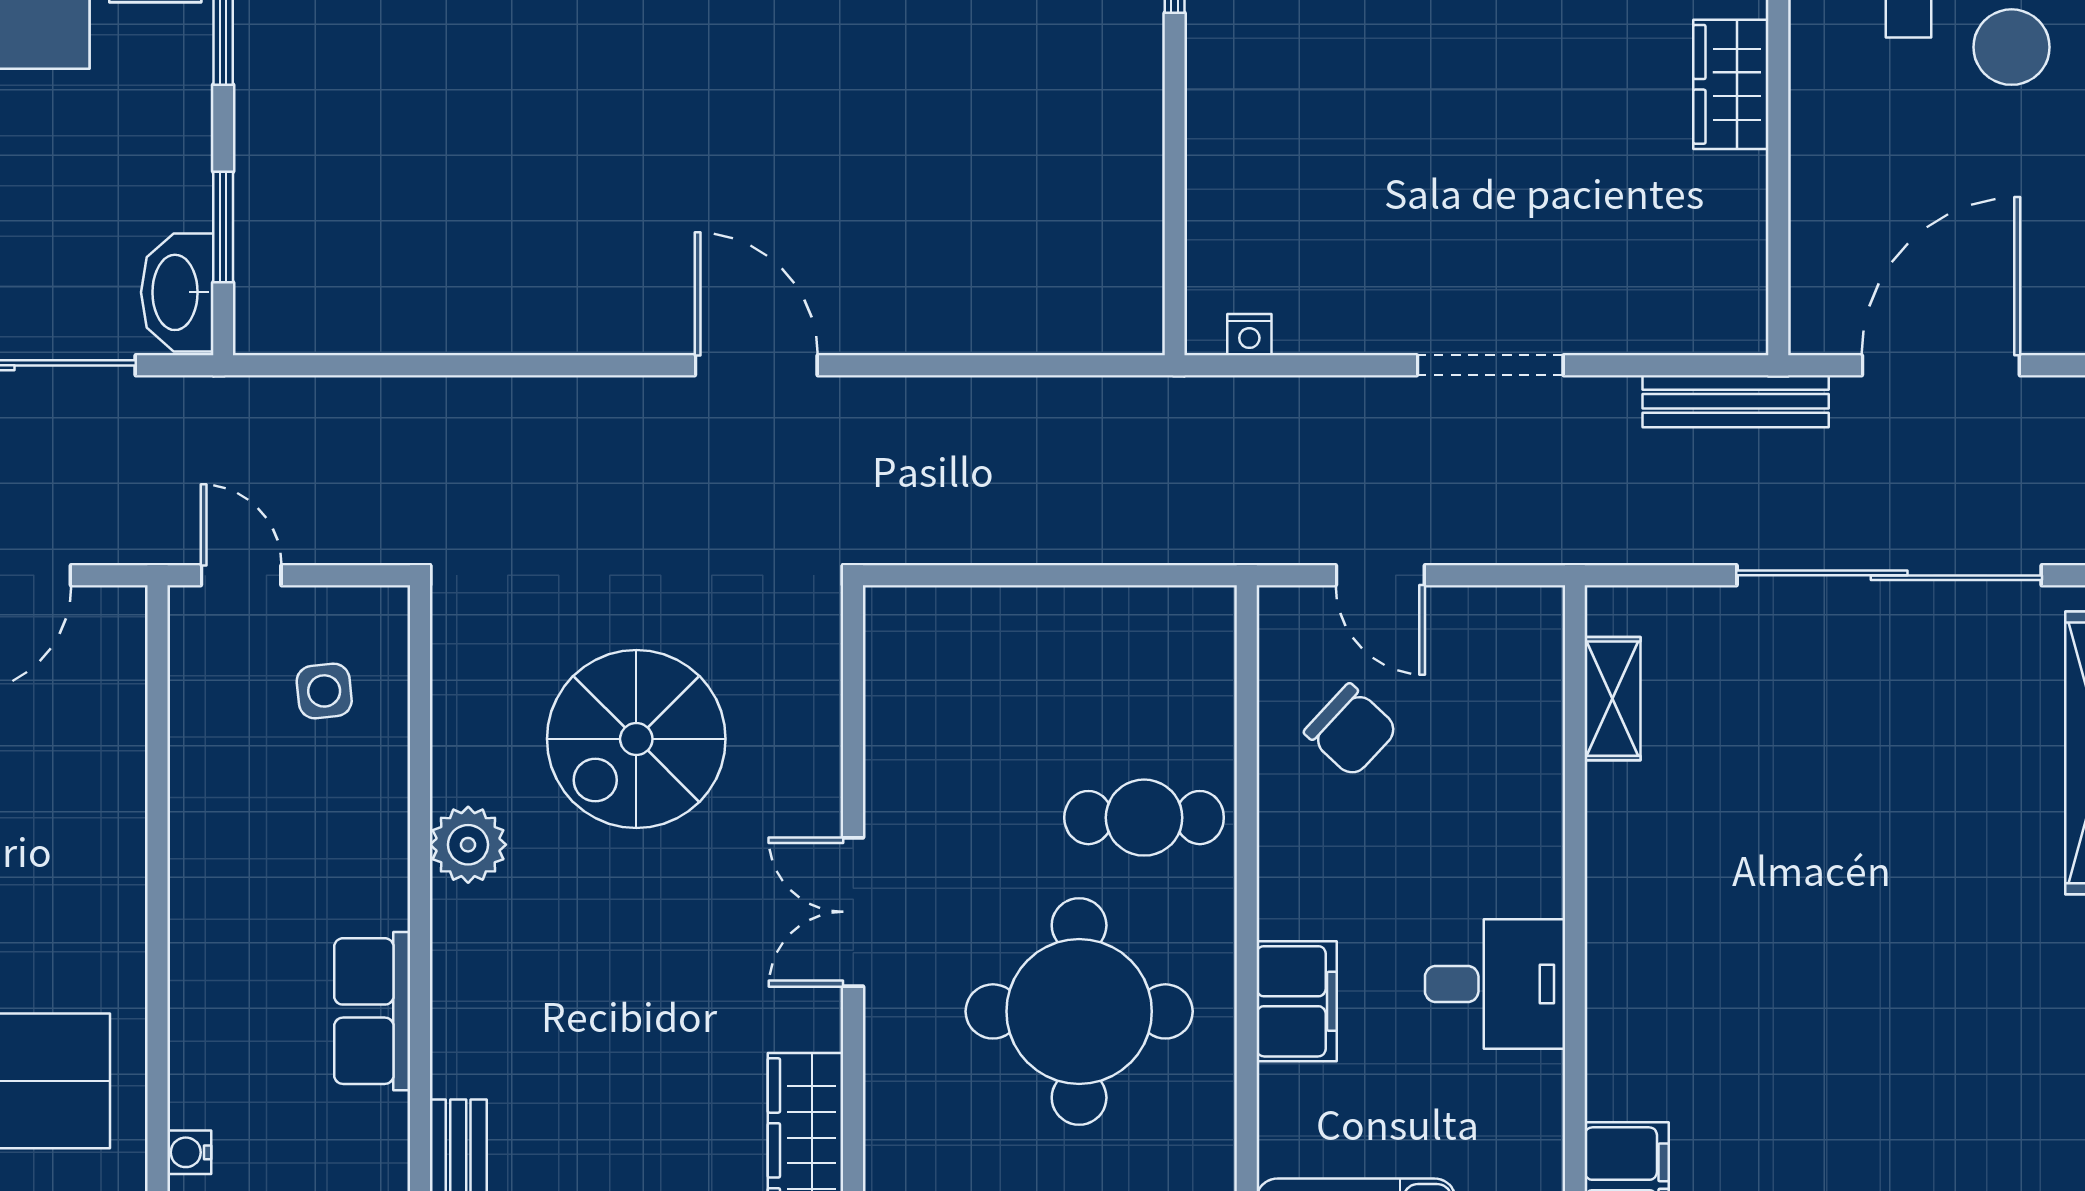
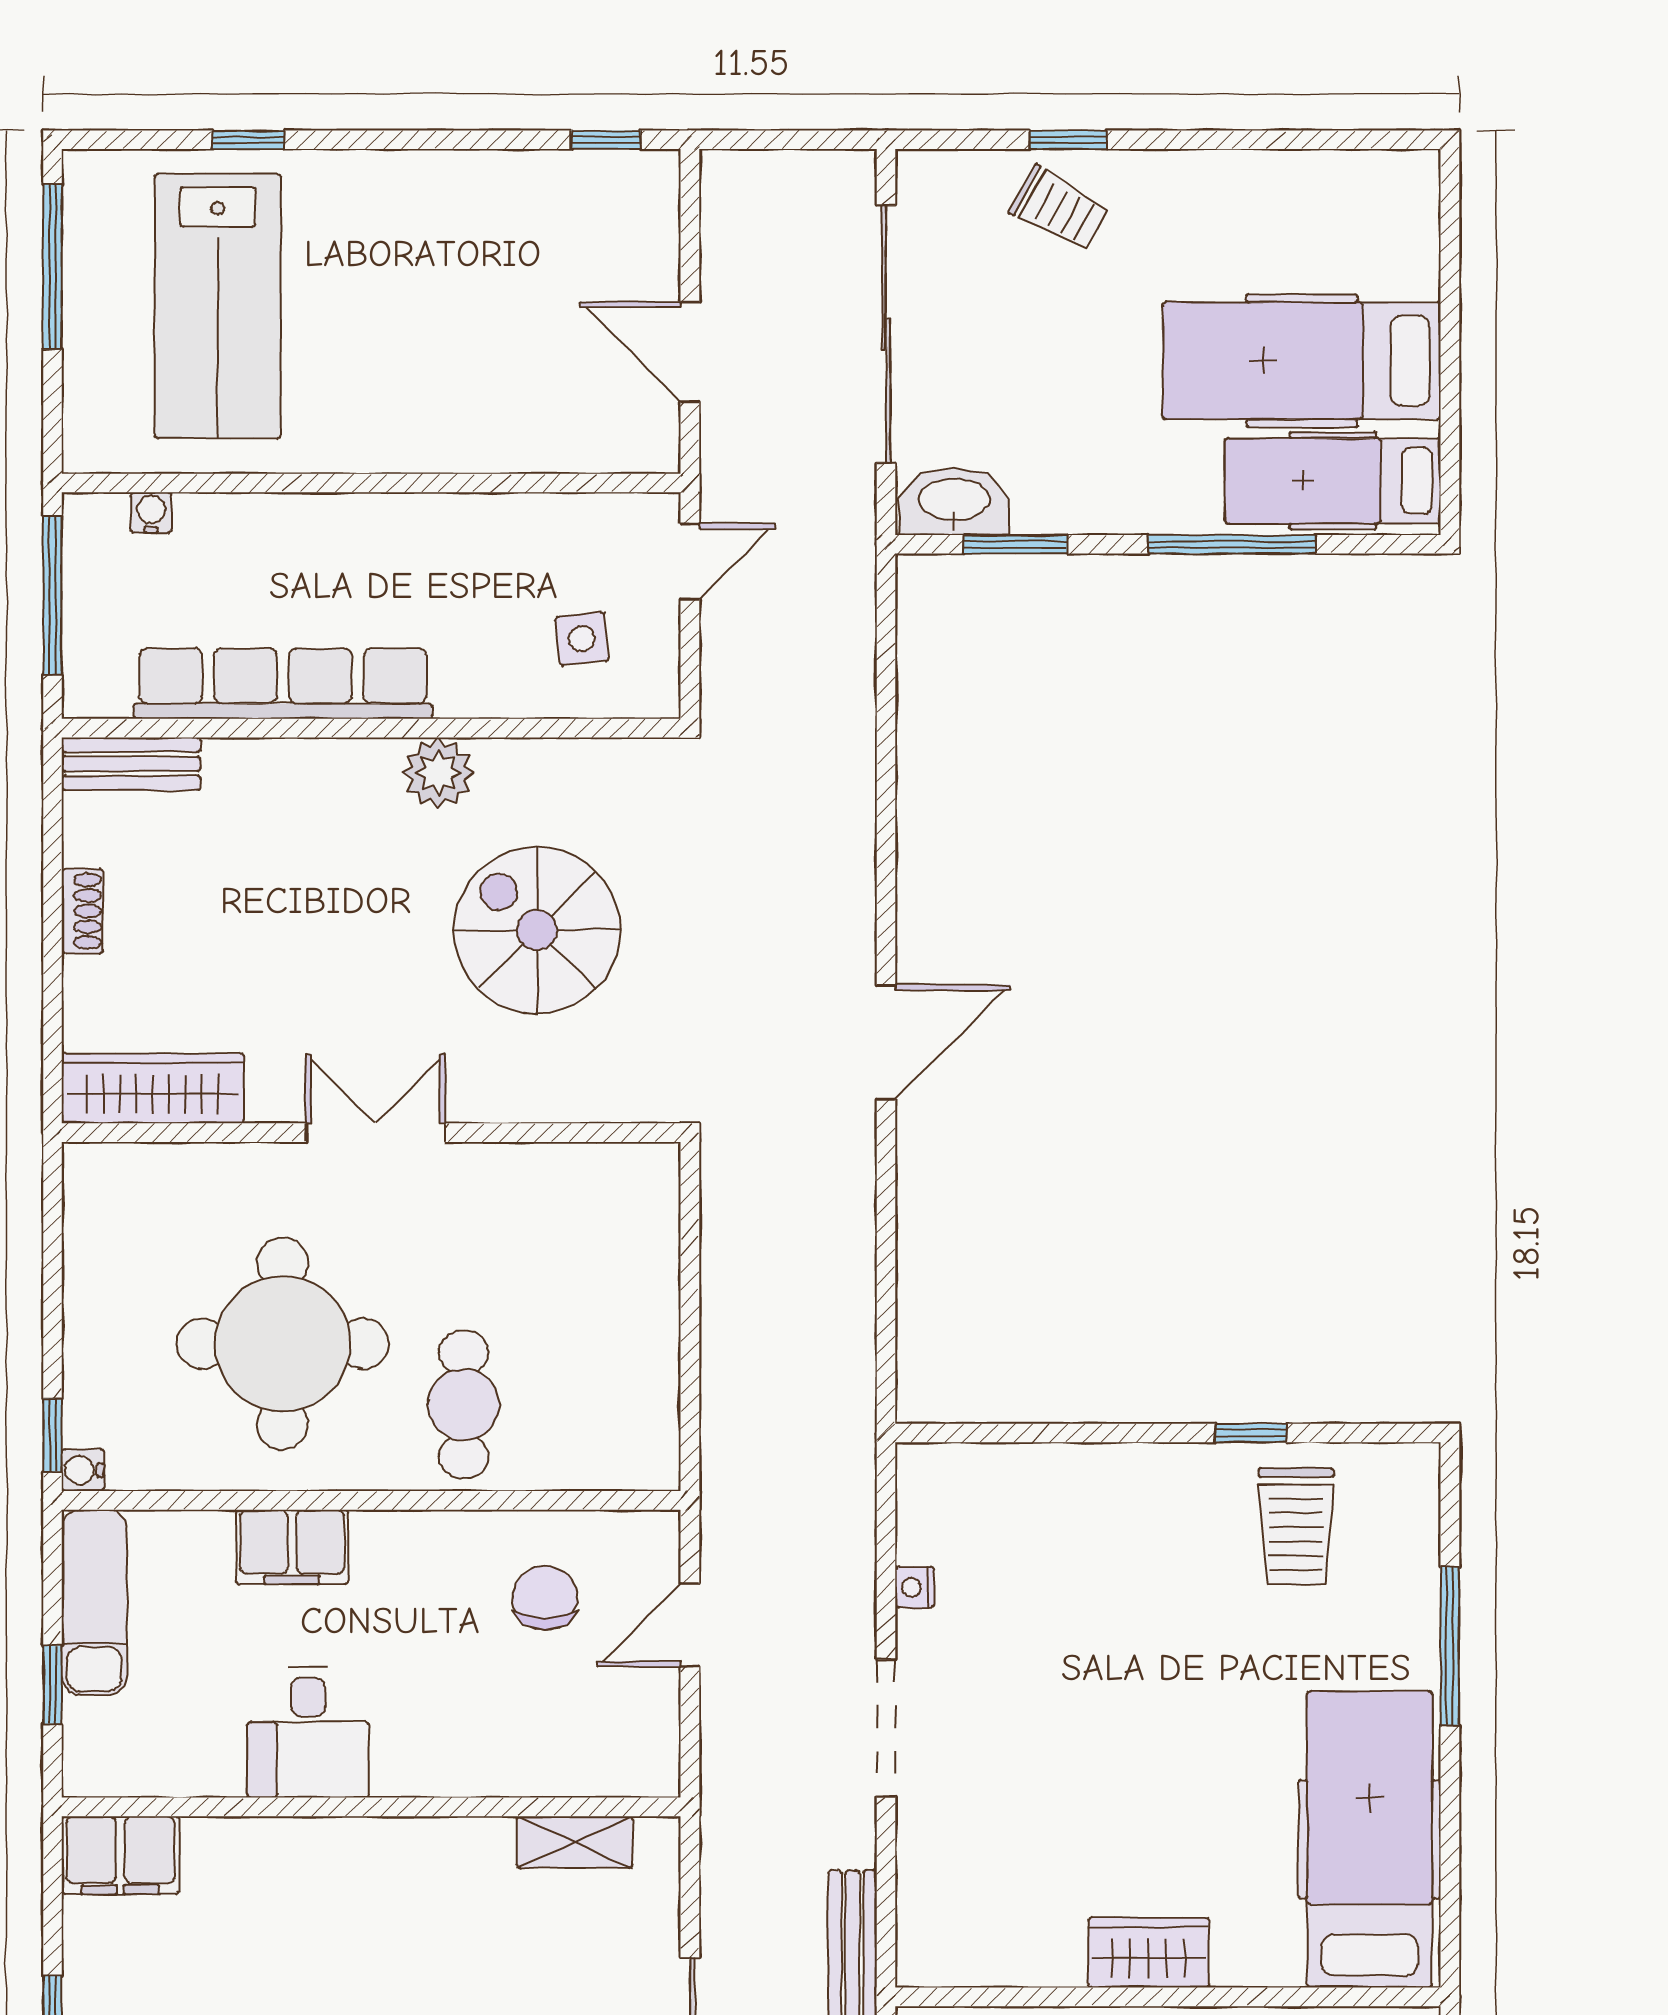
nightstand: (1249, 335) -> (915, 1587), moved
chair: (1351, 730) -> (545, 1598), turned 137
row of seats: (372, 1011) -> (283, 684), width x2.02

